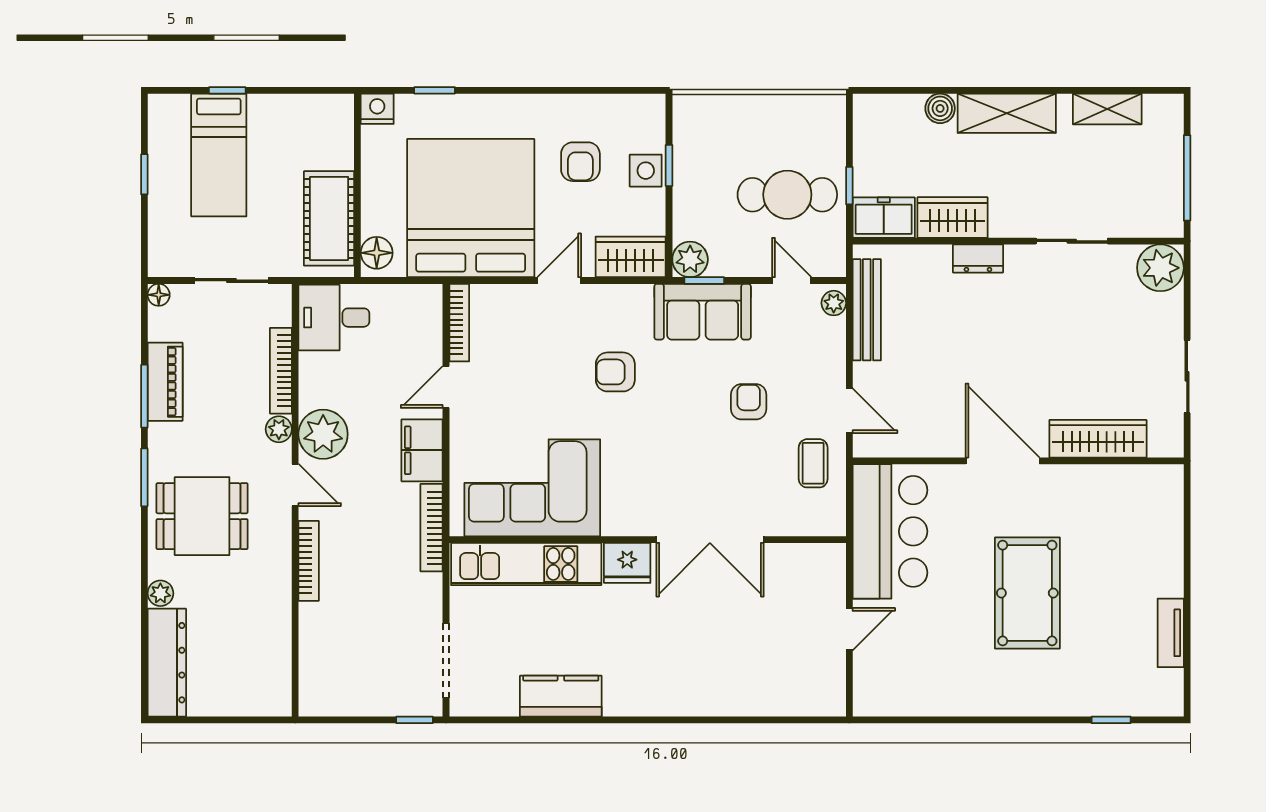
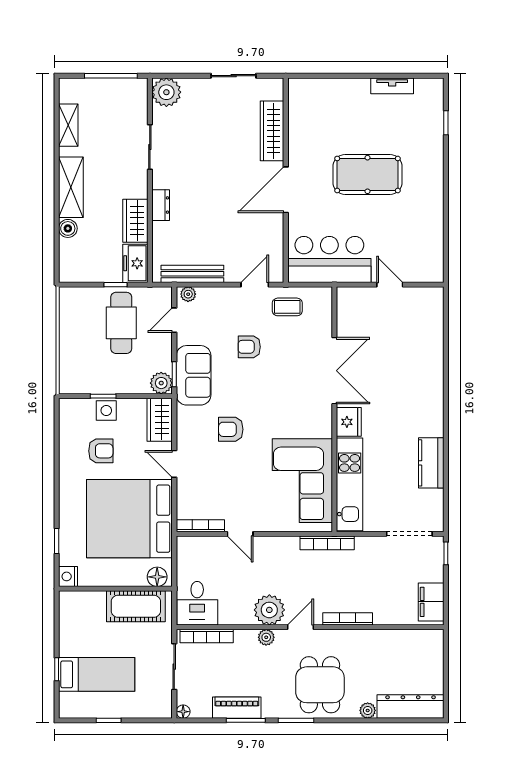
bookcase: (281, 371) -> (207, 636), moved
armchair: (615, 372) -> (231, 429), turned 90
filing cabinet: (422, 450) -> (431, 602), moved, turned 90

